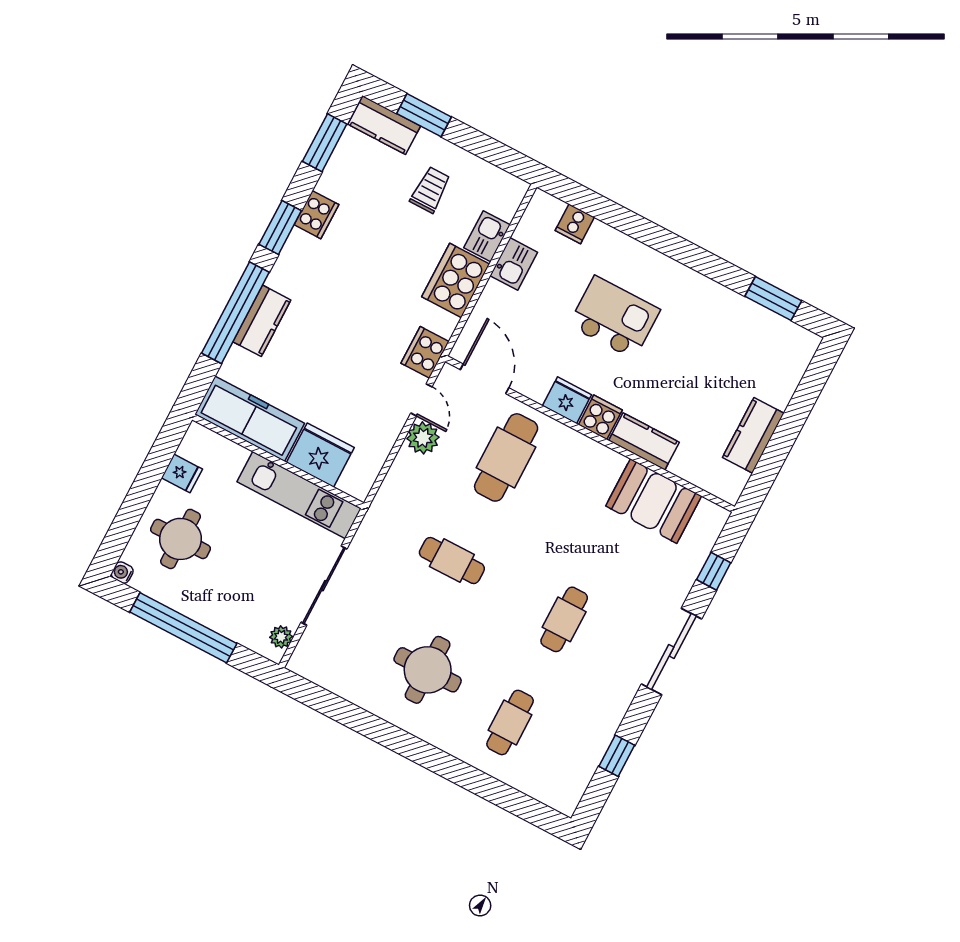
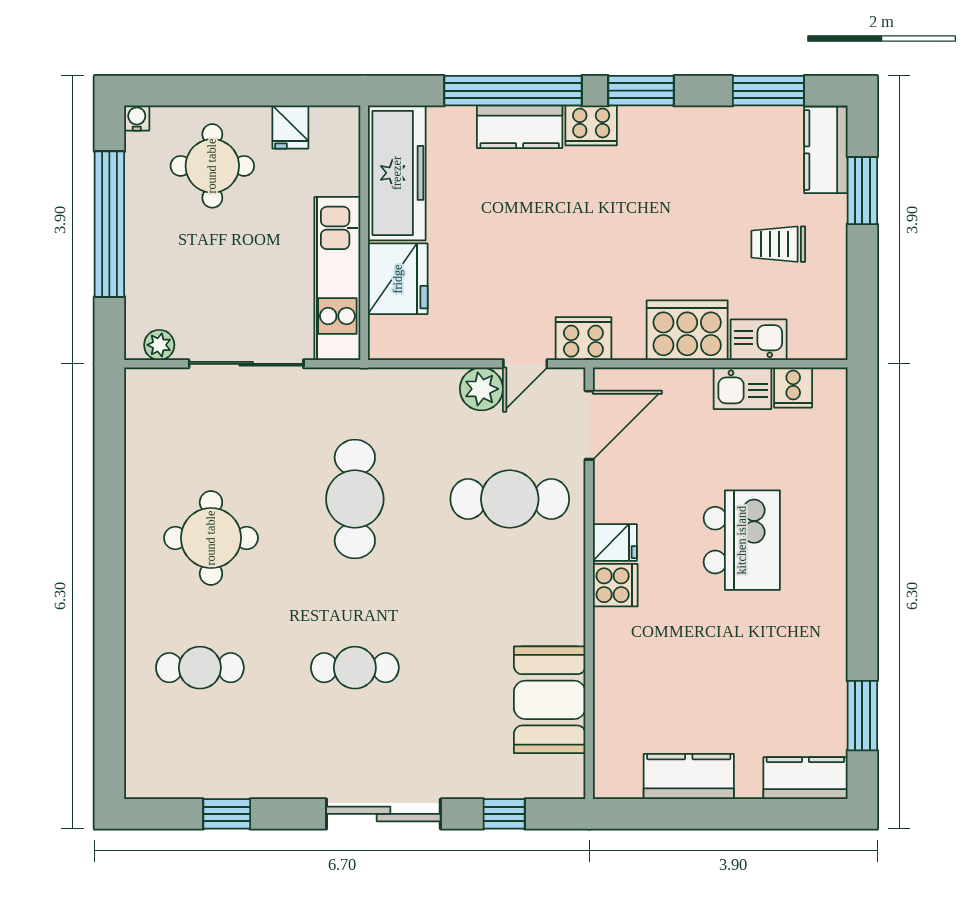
trolley: (430, 190) -> (778, 244), turned 180
cooker: (316, 215) -> (591, 125), moved
cooker: (575, 224) -> (793, 387), moved, turned -90
fridge: (567, 400) -> (615, 543), width x0.72
kitchen counter: (644, 441) -> (805, 778), moved, turned -90
cafe table: (452, 561) -> (355, 499), width x1.37, depth x1.35

